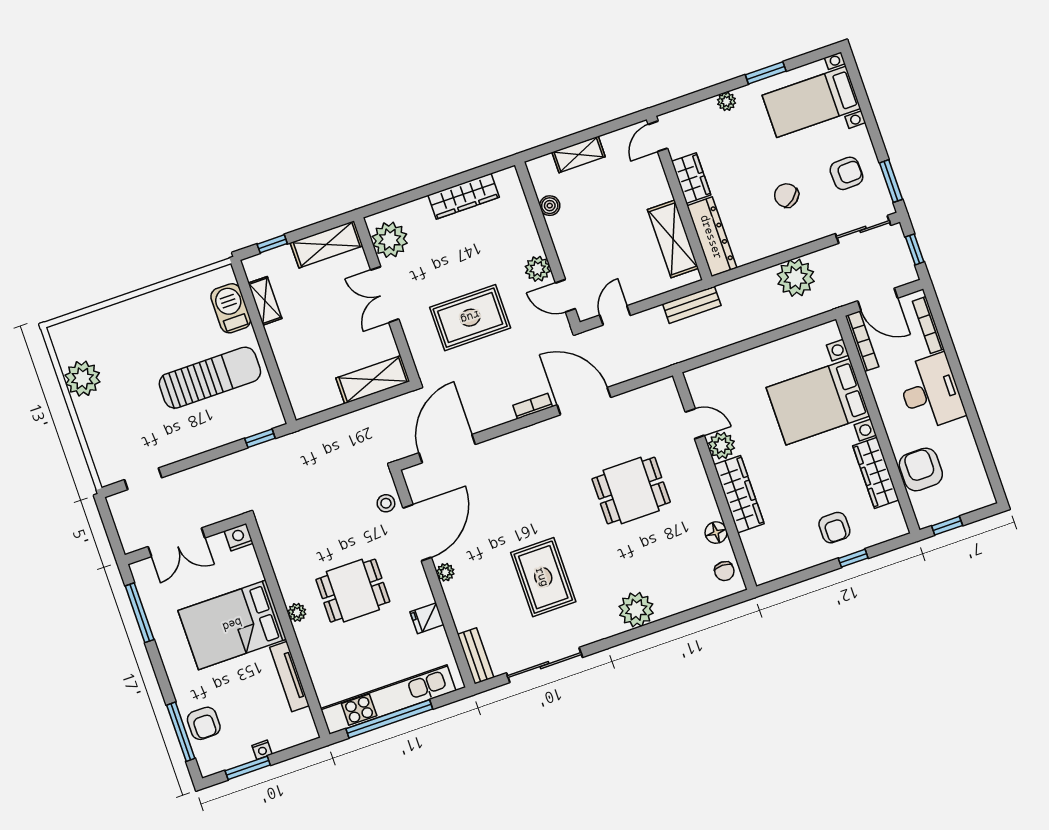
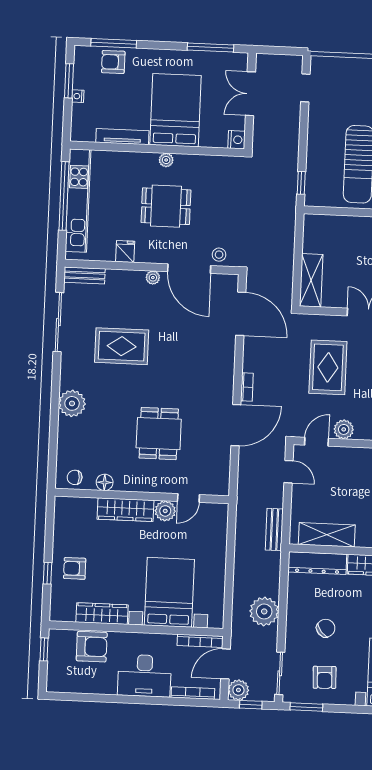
plant: (903, 271) -> (238, 690), added
dining table: (353, 591) -> (166, 206), turned 90

